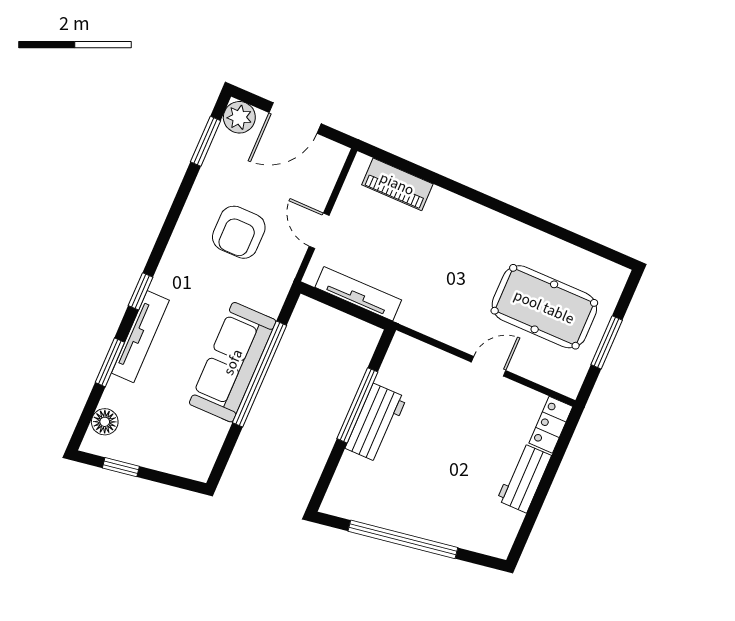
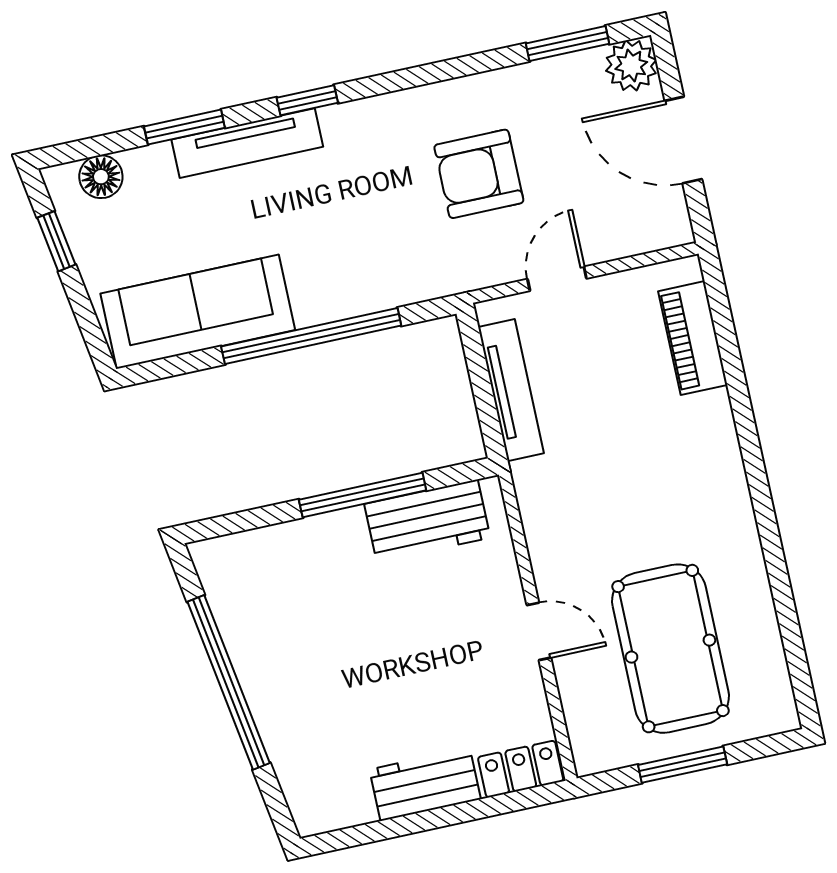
sofa: (233, 362) -> (198, 312), moved
workbench: (376, 423) -> (427, 521), moved

